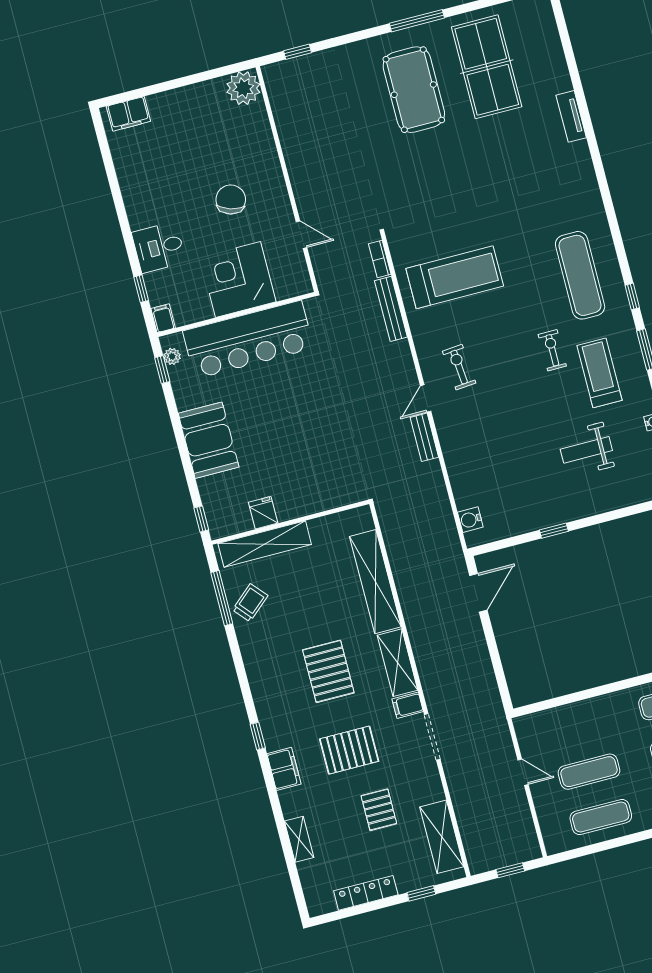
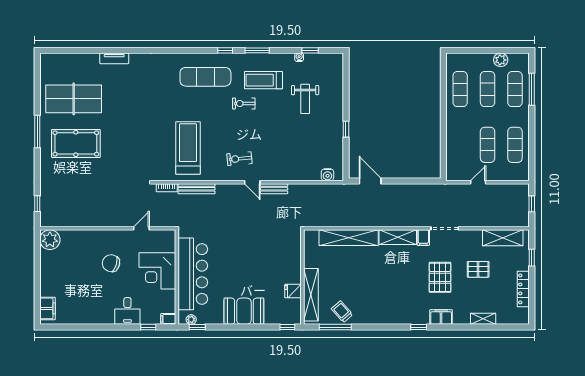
pallet: (328, 671) -> (392, 278), removed

